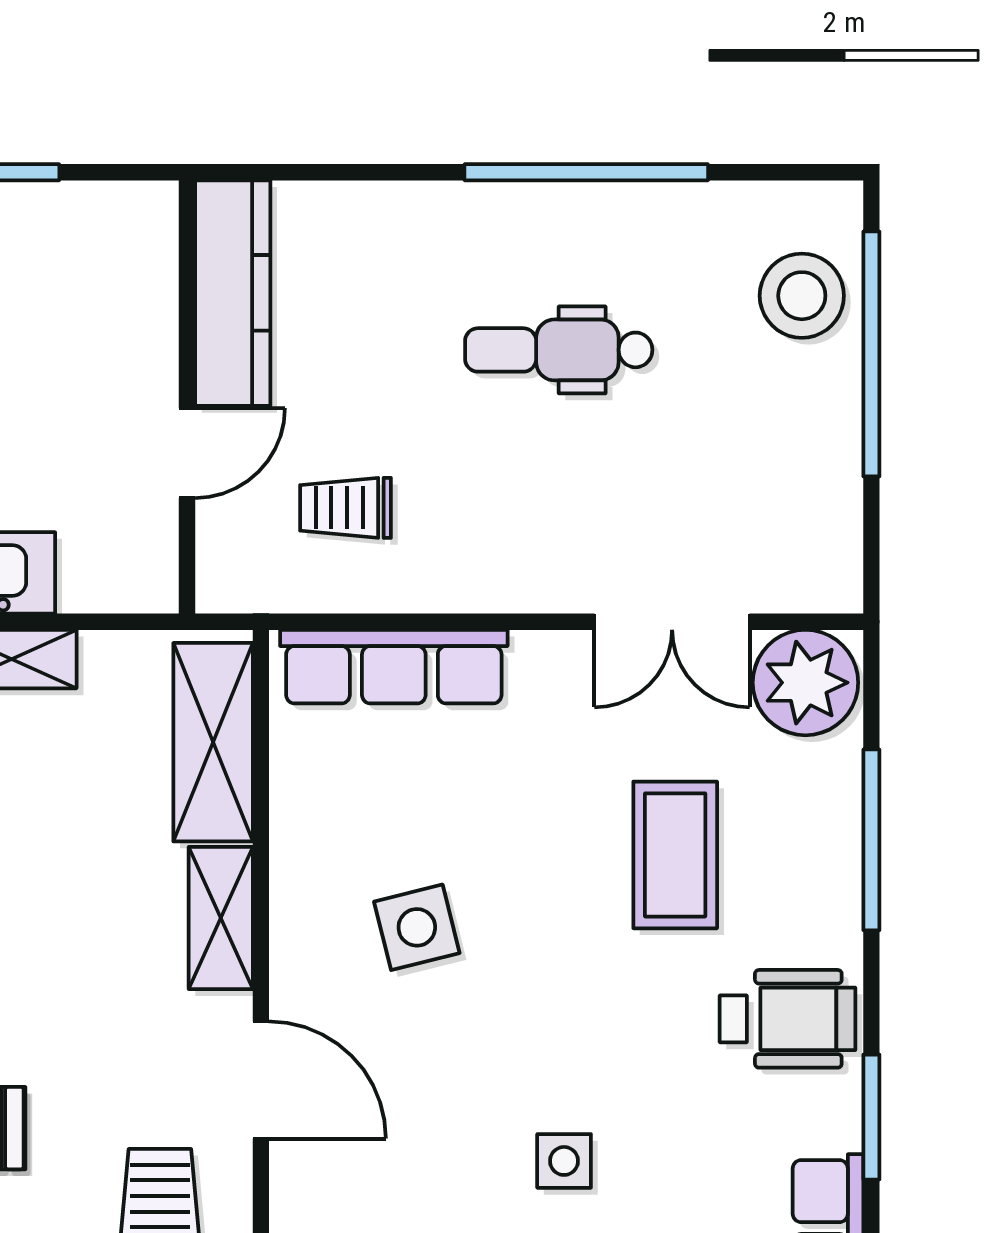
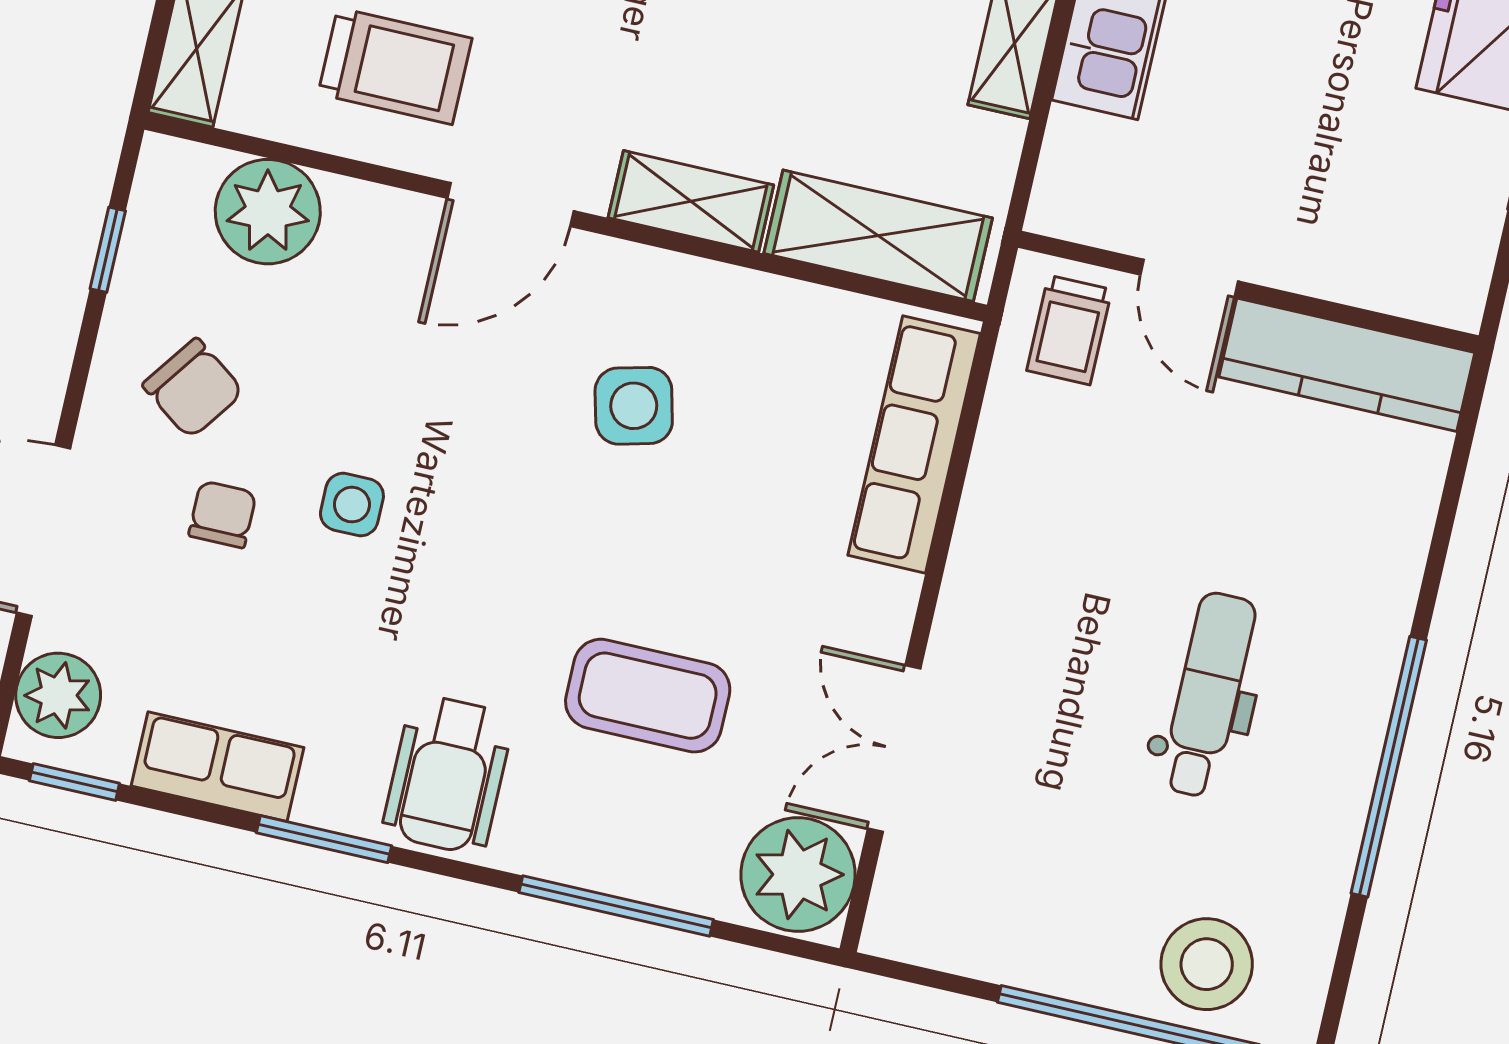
trolley: (345, 508) -> (1069, 330), moved, turned 180

